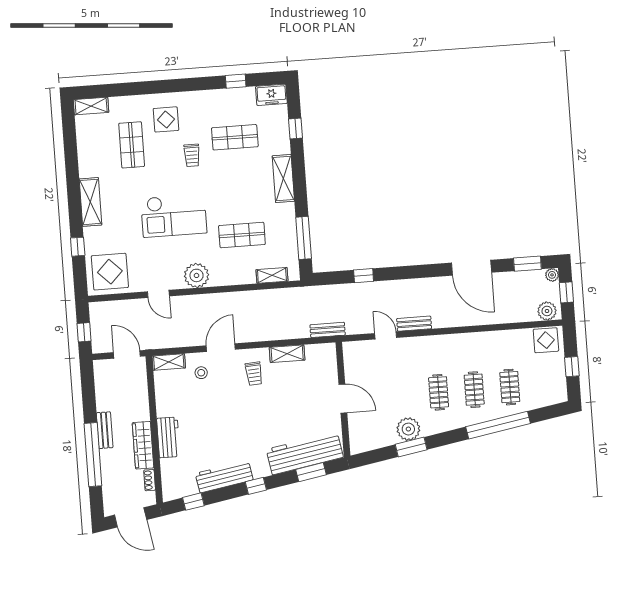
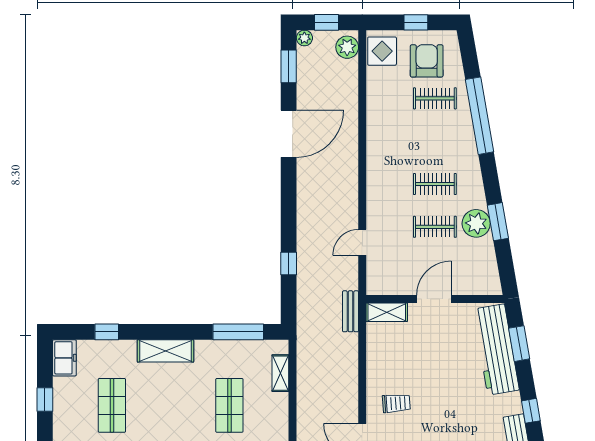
bench: (414, 324) -> (351, 207), removed
shelving: (287, 354) -> (387, 312), moved, turned 90
armchair: (540, 378) -> (427, 61), added
clothes rail: (474, 390) -> (435, 227), moved

